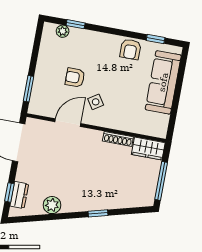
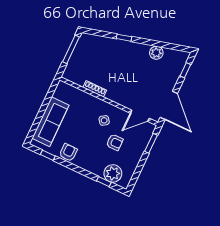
plant: (63, 31) -> (113, 173), width x1.87, depth x1.87
door: (68, 123) -> (140, 116), moved
wardrobe: (148, 149) -> (74, 76), removed
dresser: (19, 195) -> (178, 66), removed

